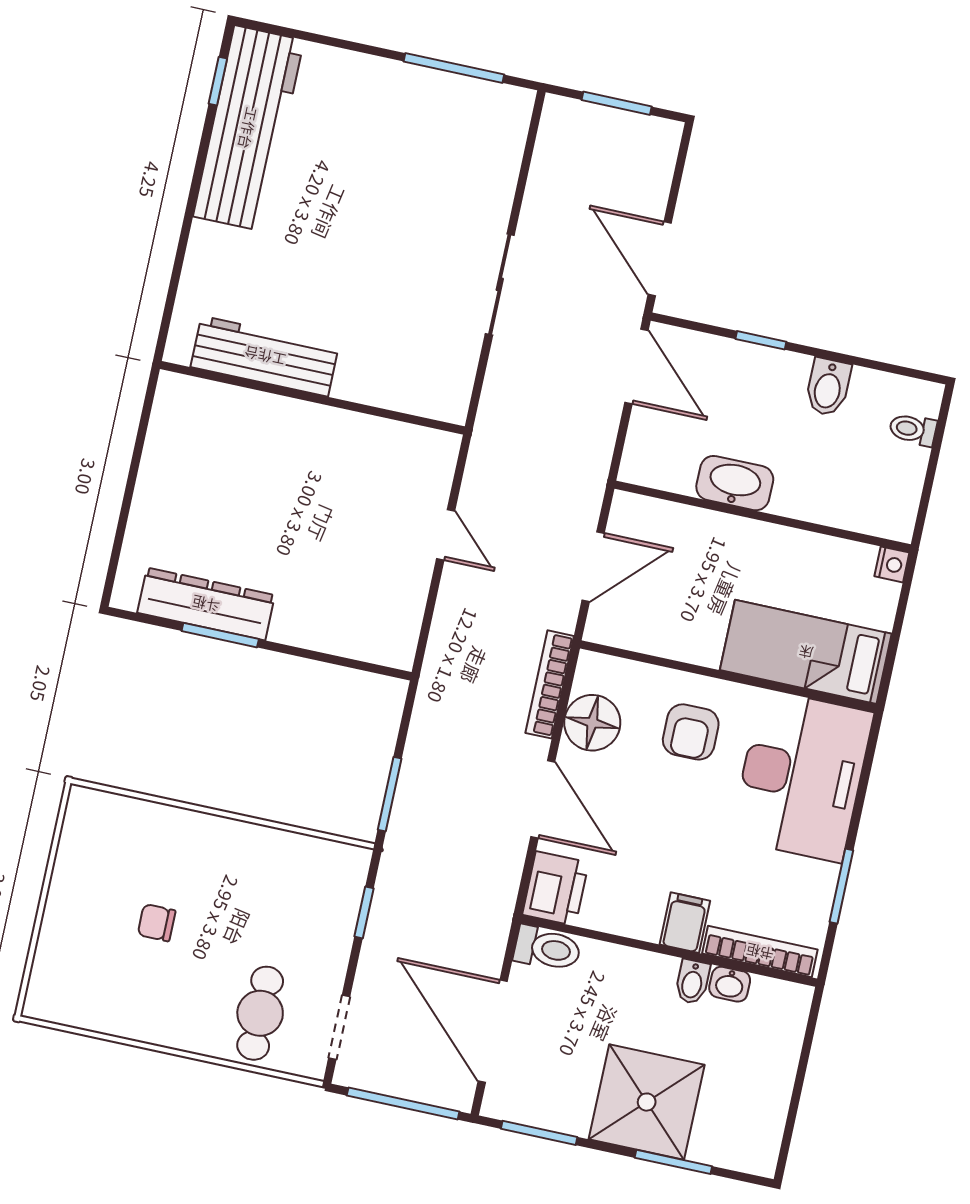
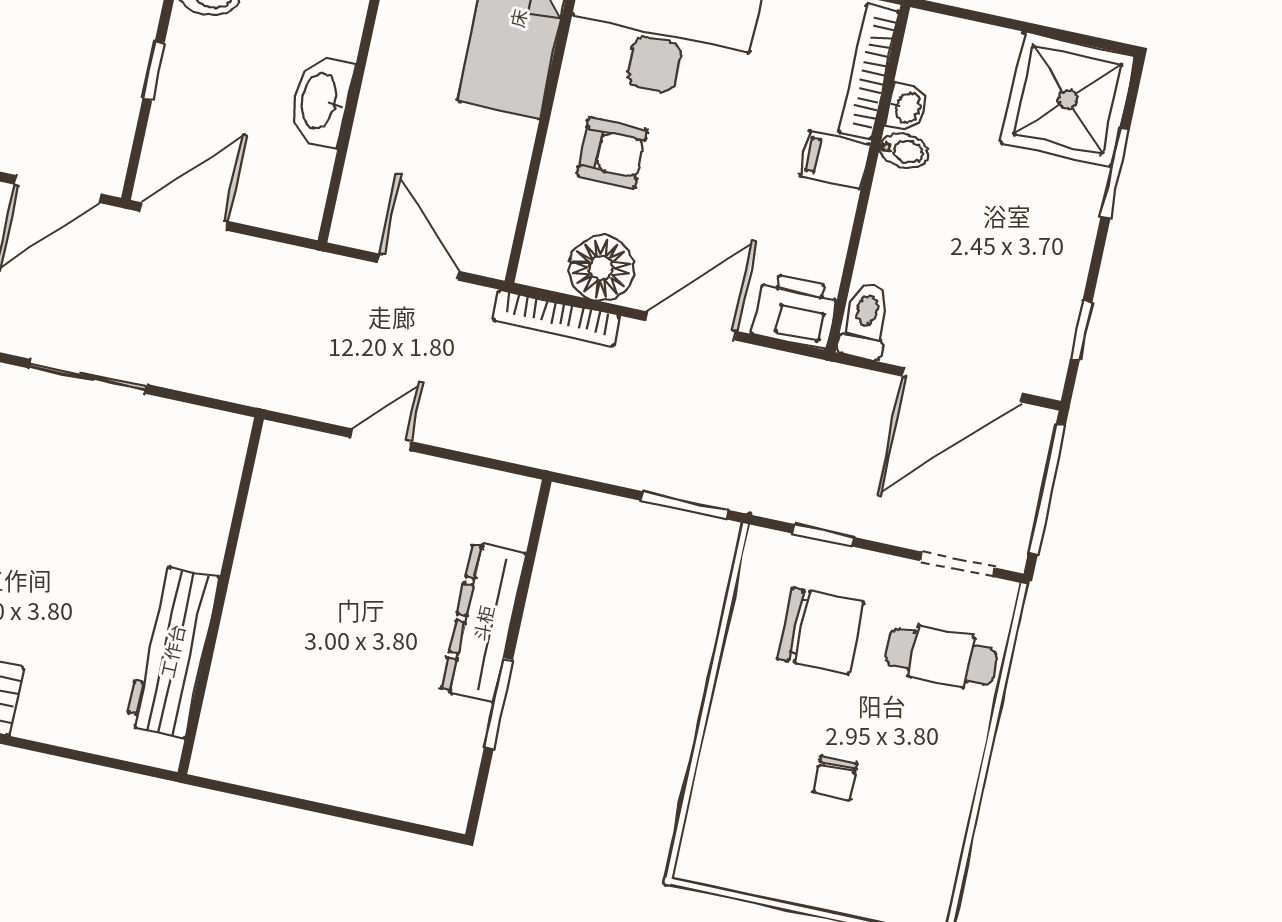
dresser: (206, 604) -> (483, 623), moved
chair: (282, 910) -> (821, 631), added
shower: (647, 1102) -> (1068, 99), moved
window: (539, 1133) -> (1081, 330), width x0.67

